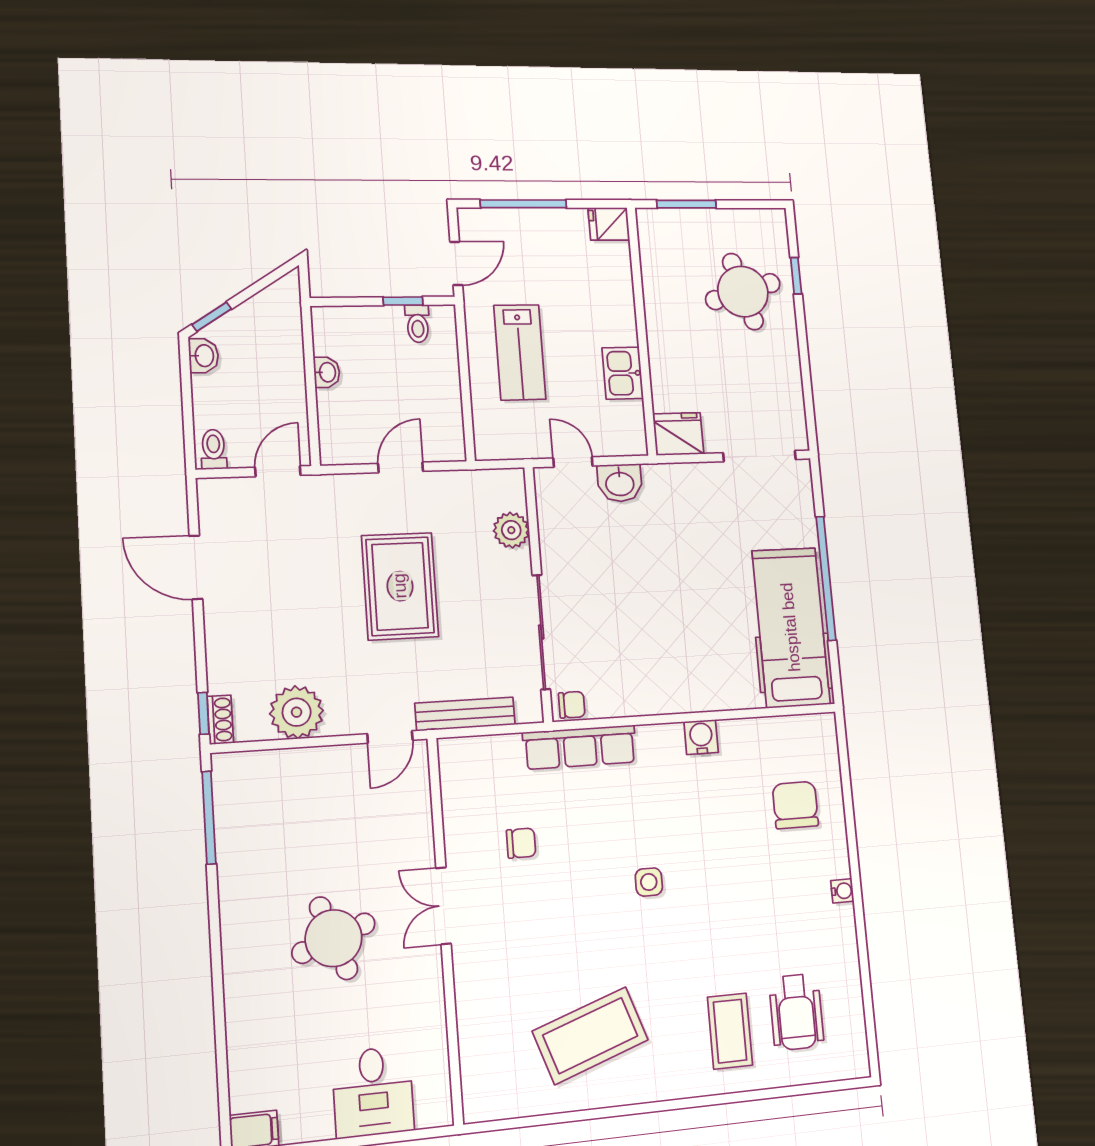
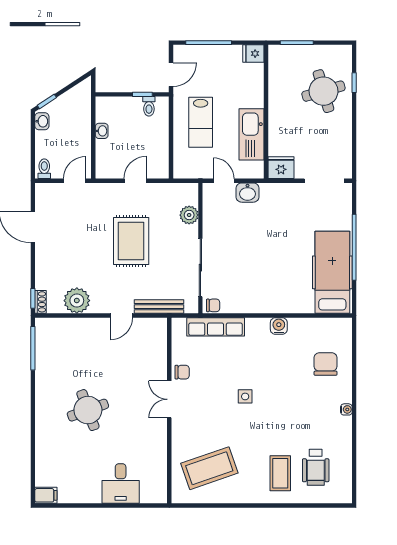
kitchen sink: (623, 373) -> (252, 134), width x1.87, depth x1.24
double door: (443, 906) -> (169, 399), moved
wall: (445, 929) -> (169, 411), moved
desk: (373, 1092) -> (121, 484), moved

